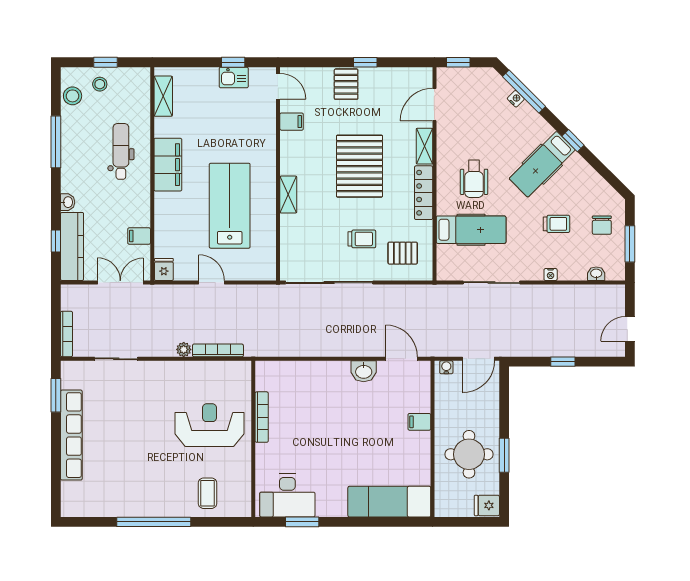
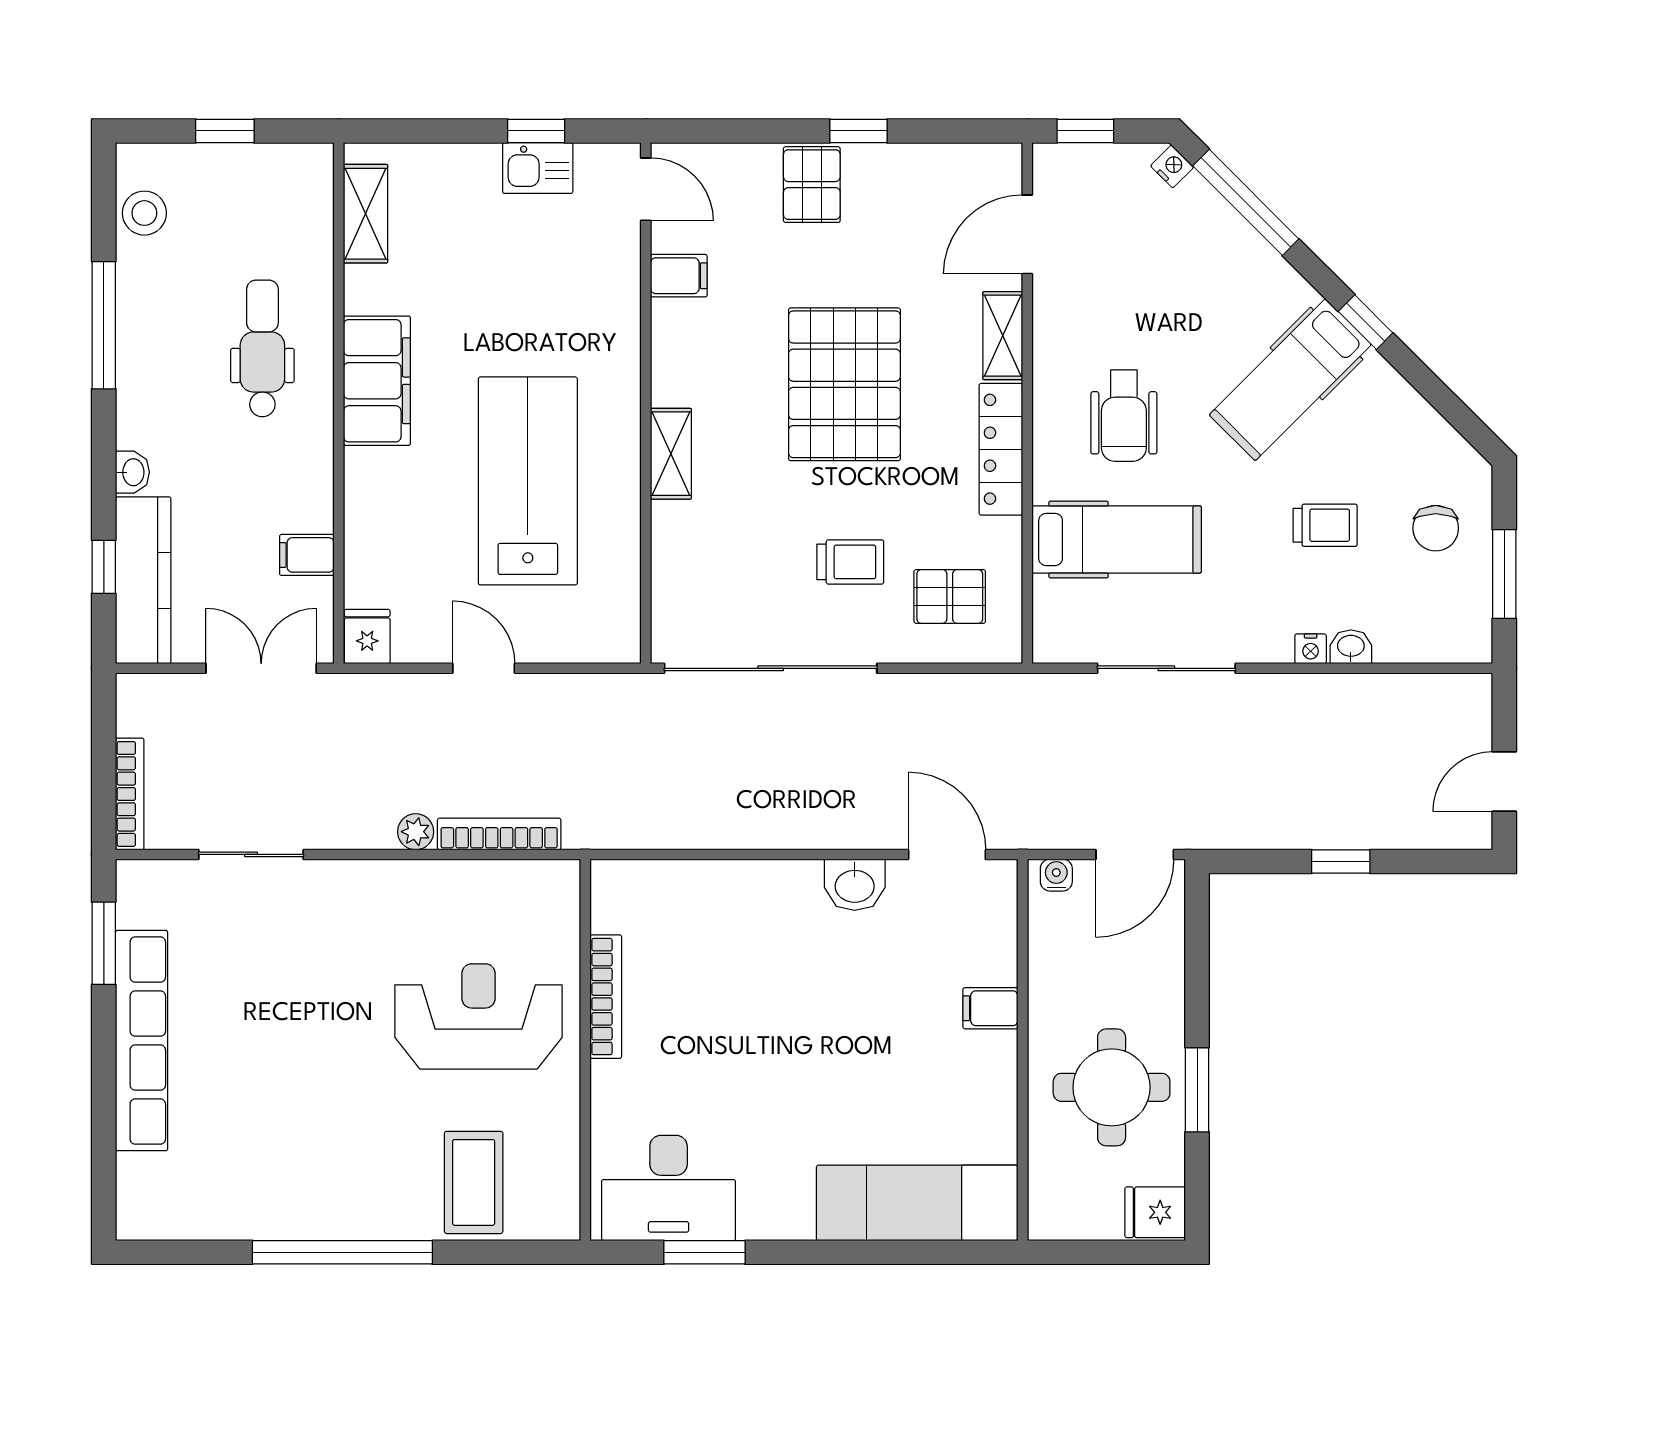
stool: (100, 84) -> (211, 184), removed
nightstand: (516, 99) -> (1172, 166), moved
washbasin: (596, 274) -> (1351, 647), moved
coffee table: (207, 493) -> (474, 1182), width x1.36, depth x1.30

